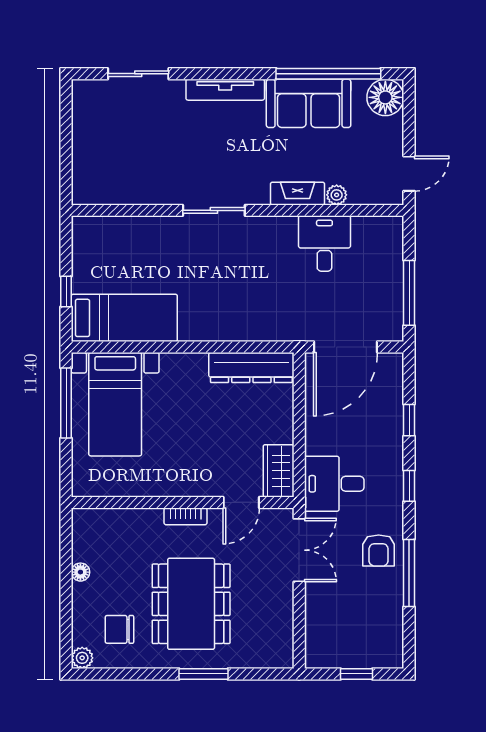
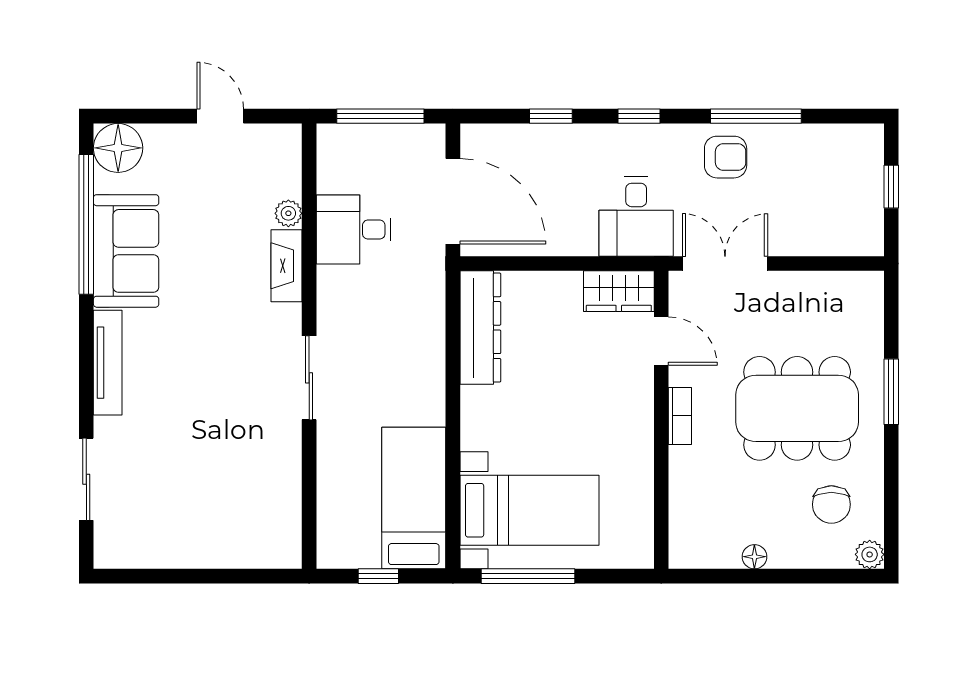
fireplace: (298, 194) -> (287, 266), moved
plant: (337, 195) -> (288, 213), moved
sliding door: (214, 210) -> (309, 378), moved
wall: (238, 210) -> (309, 346), moved
desk: (324, 244) -> (354, 230), moved

